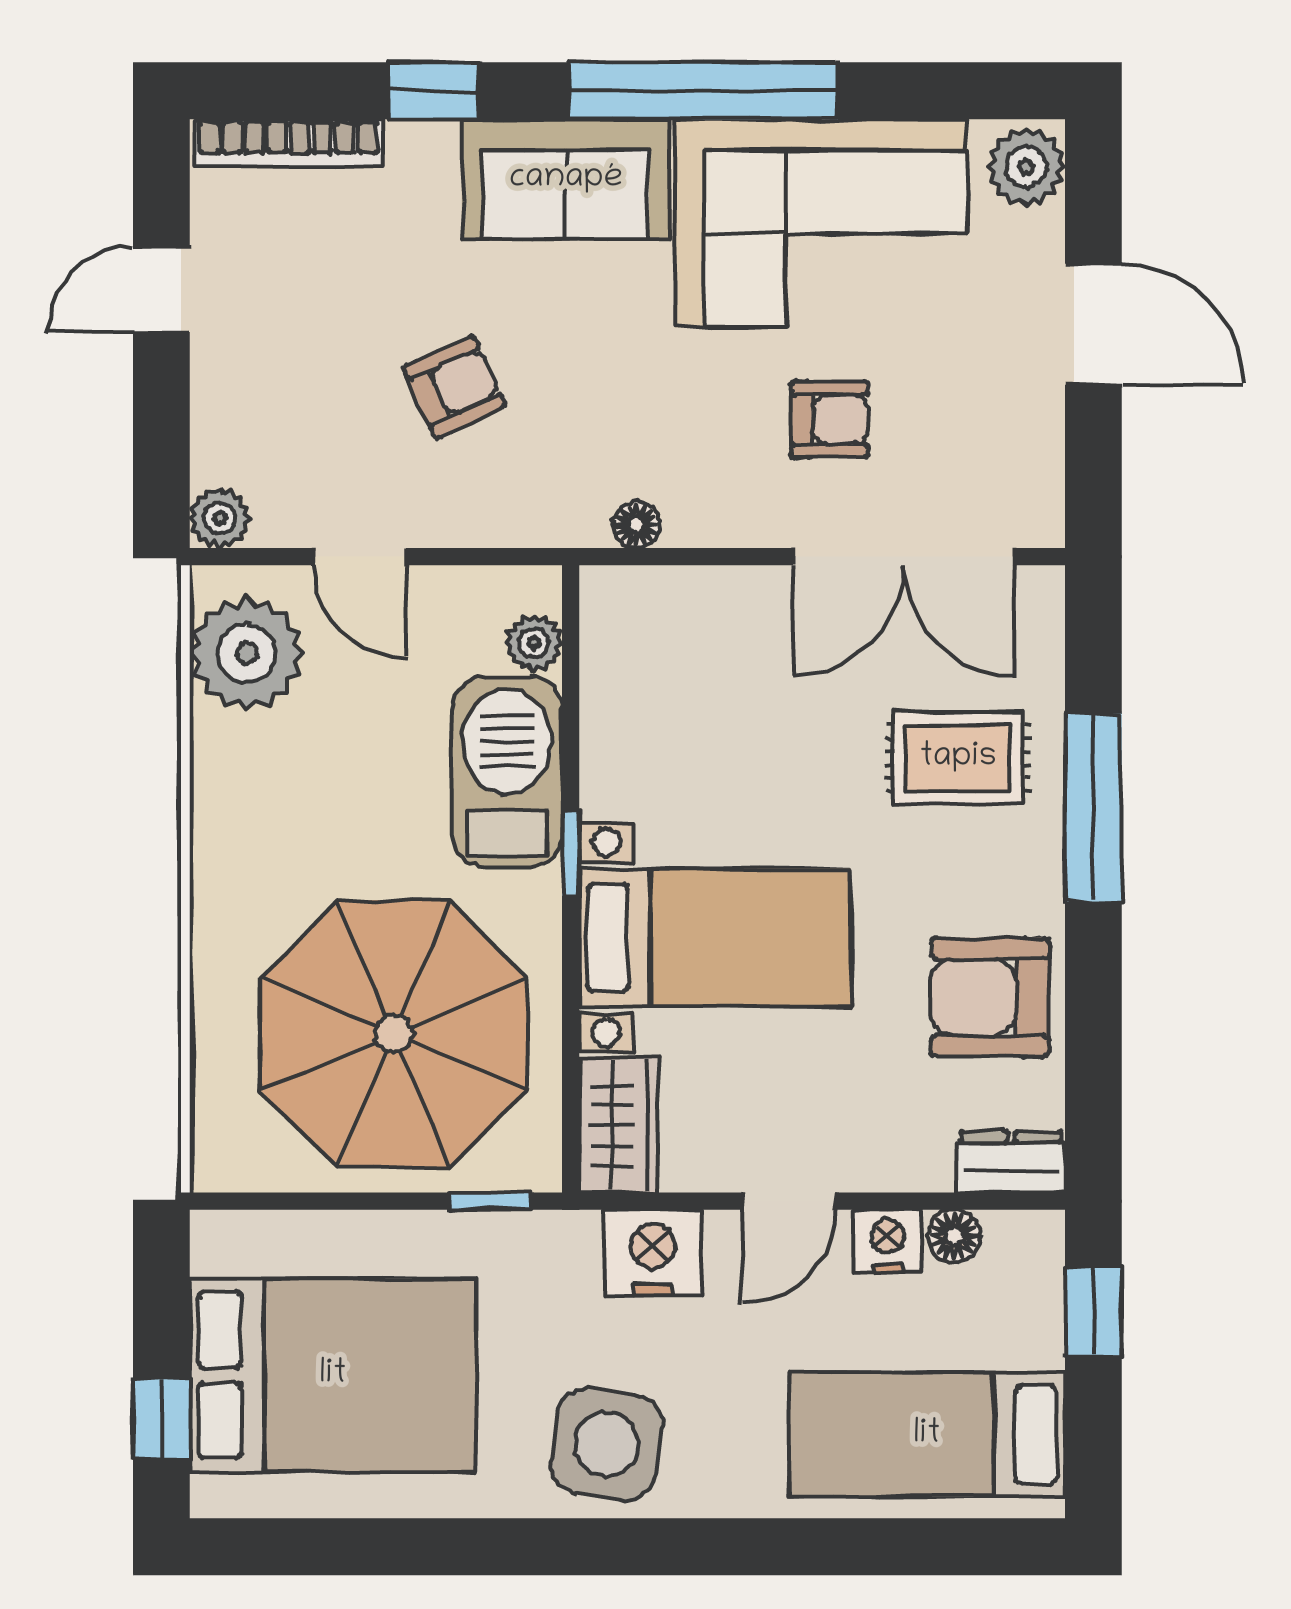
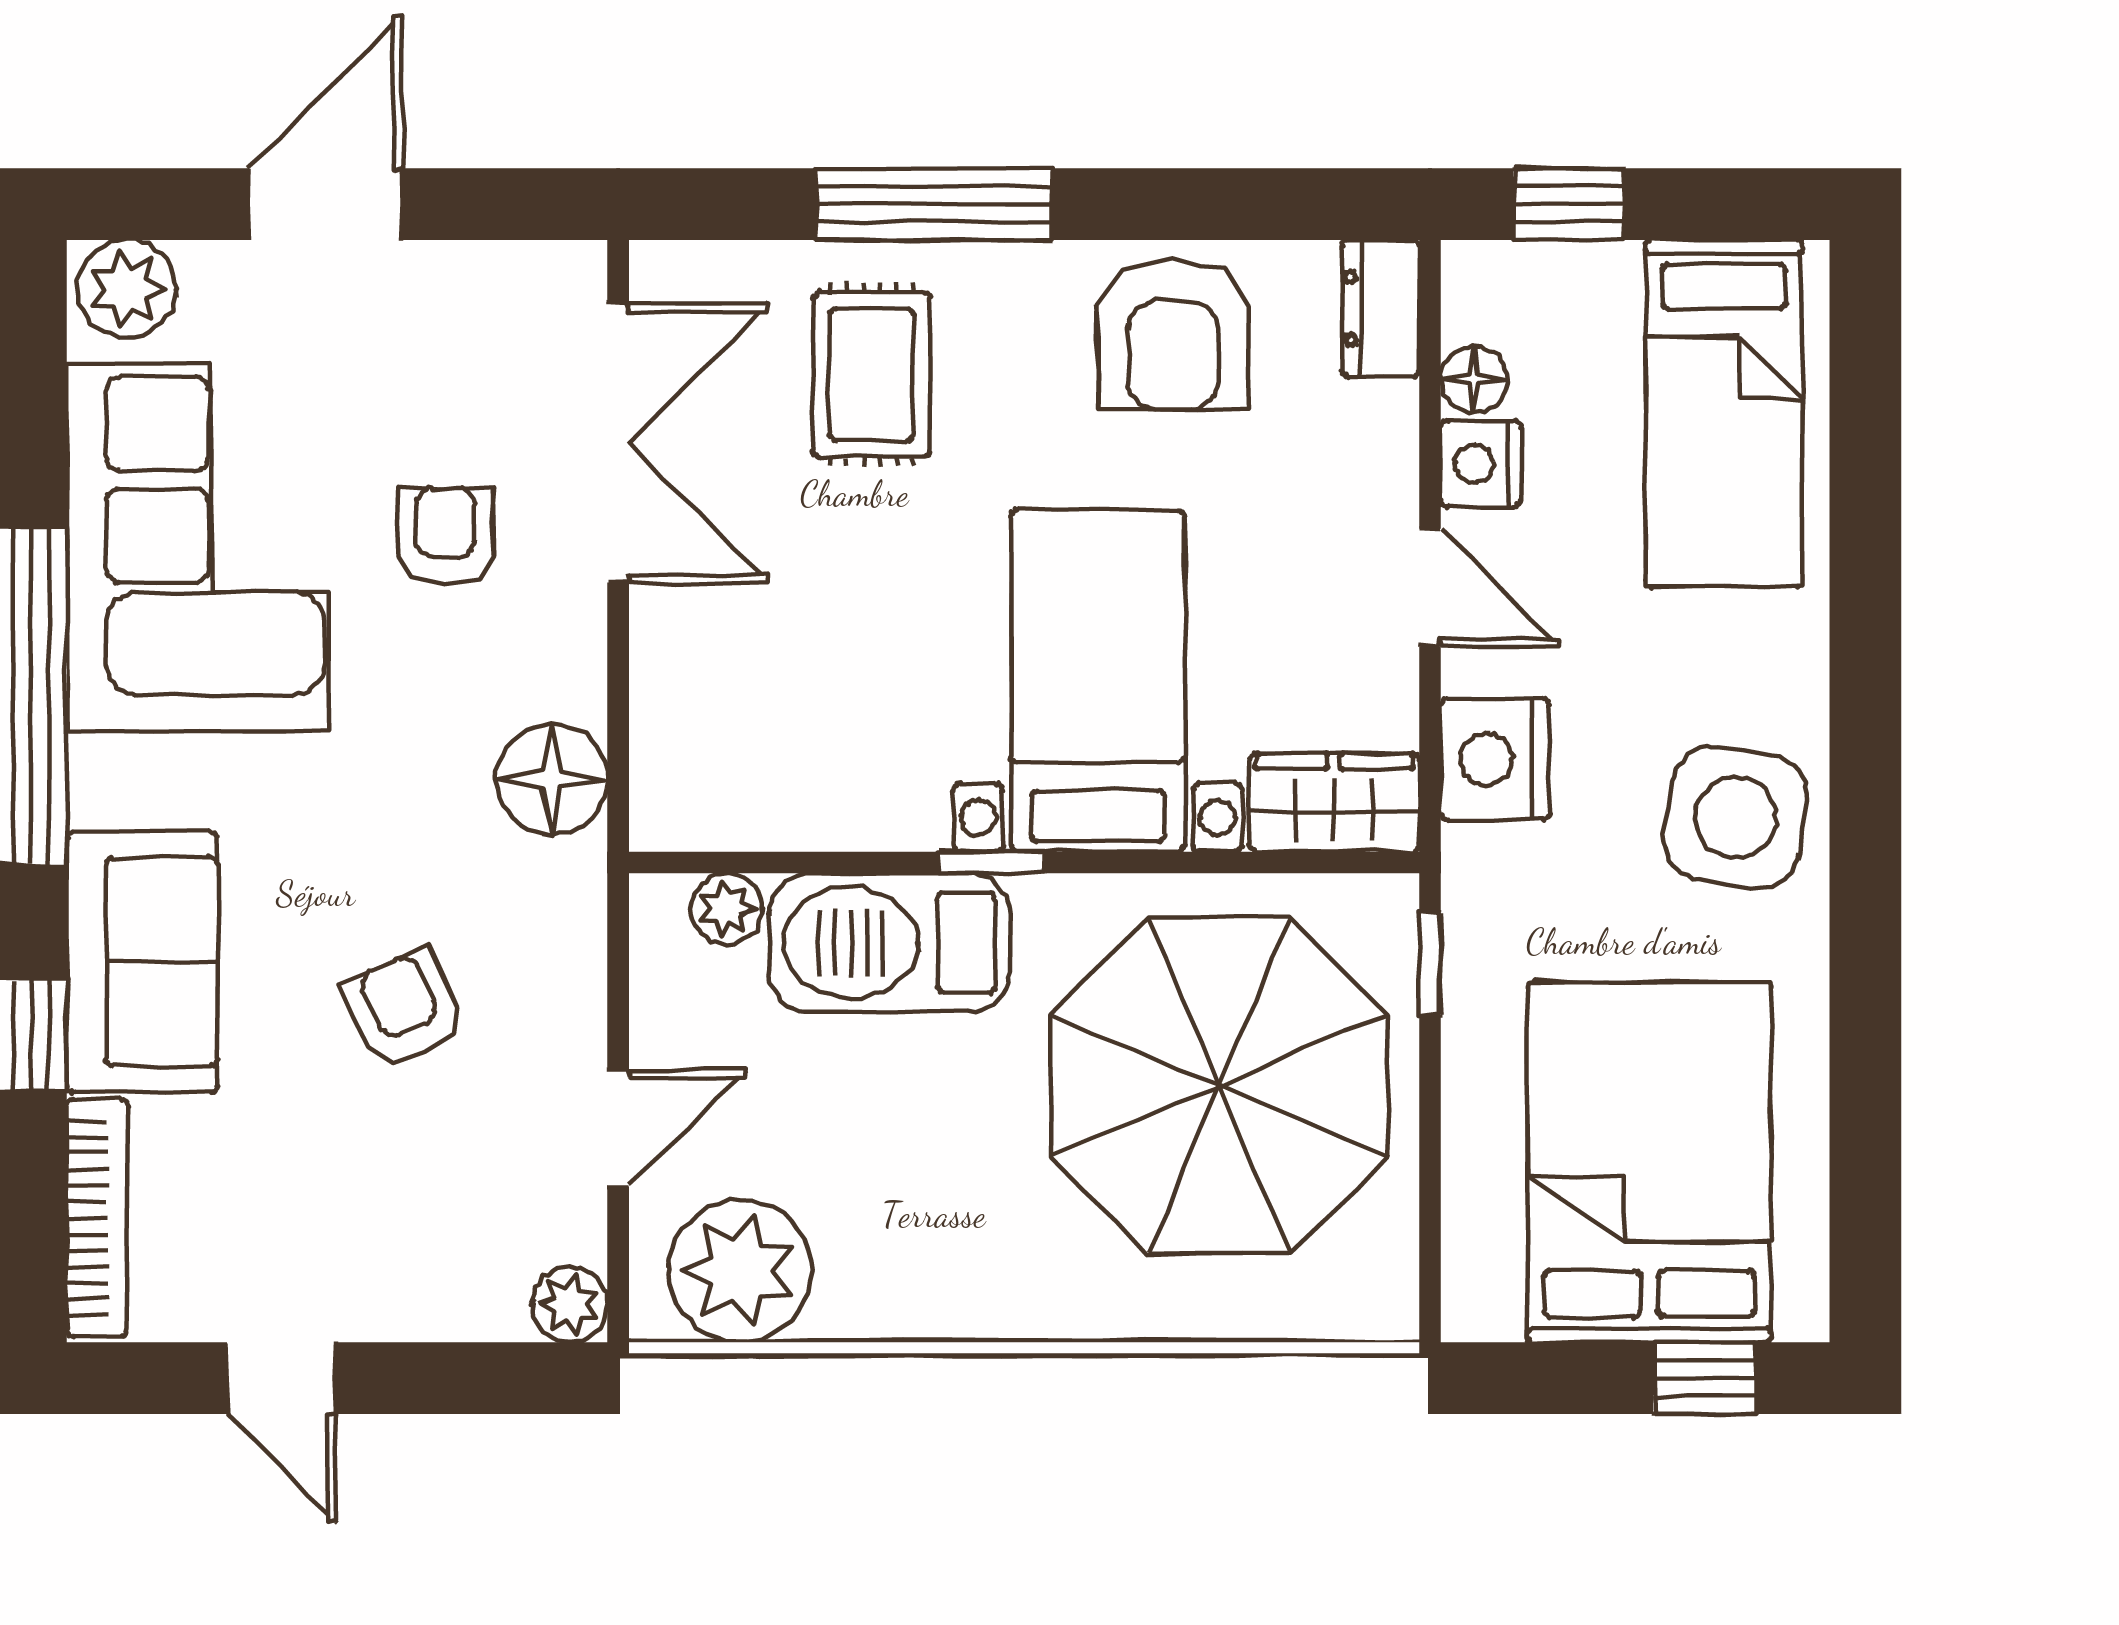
sofa: (566, 179) -> (142, 962), moved
floor lamp: (637, 525) -> (552, 780), width x1.89, depth x1.89

